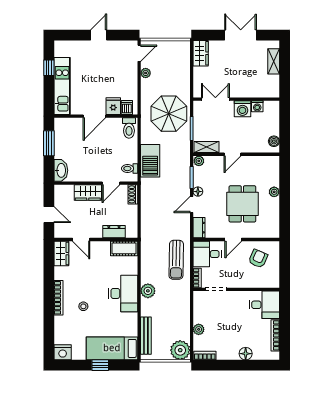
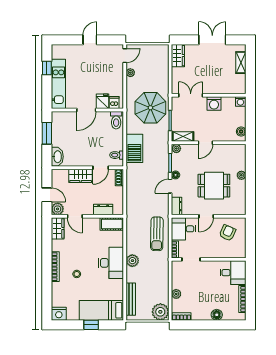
washing machine: (257, 106) -> (240, 101), moved
dining table: (242, 204) -> (214, 186), turned 90
plant: (61, 231) -> (58, 209), added

